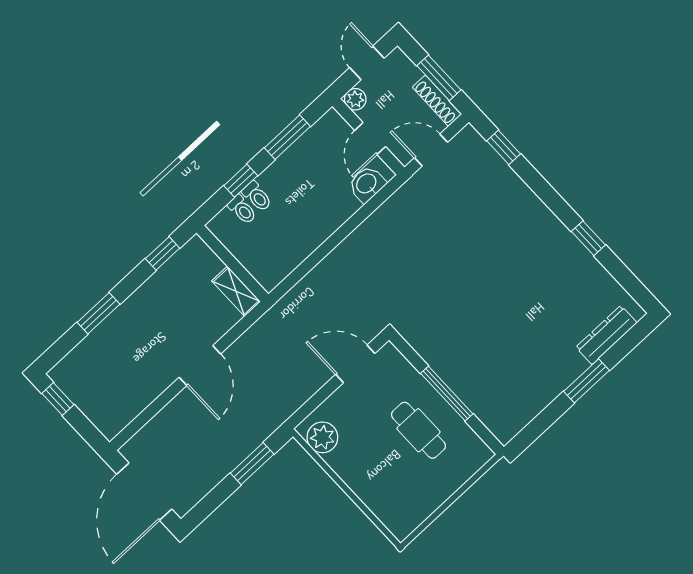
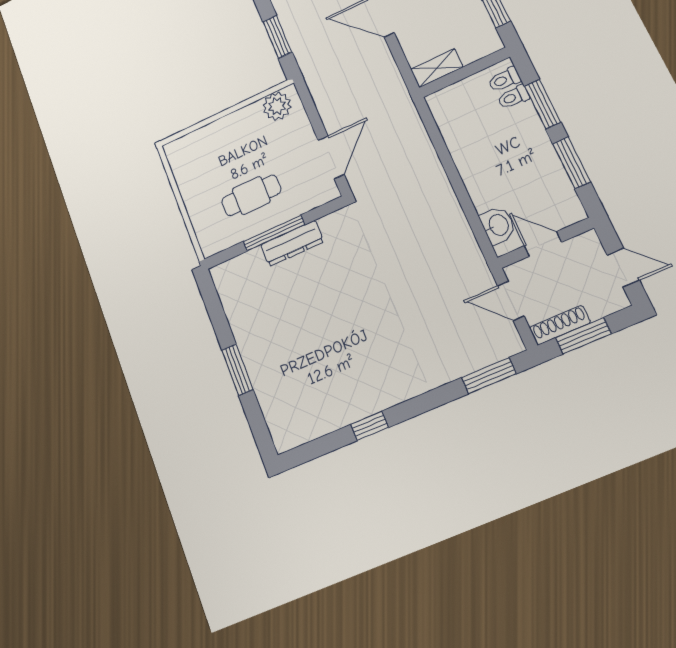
plant: (355, 99) -> (589, 243), removed
window: (504, 147) -> (489, 376), width x1.50
door: (431, 150) -> (511, 301), swing flipped
window: (241, 181) -> (543, 104), width x1.50
toilet: (257, 196) -> (504, 80), moved
dresser: (606, 335) -> (292, 243), moved, turned 90

